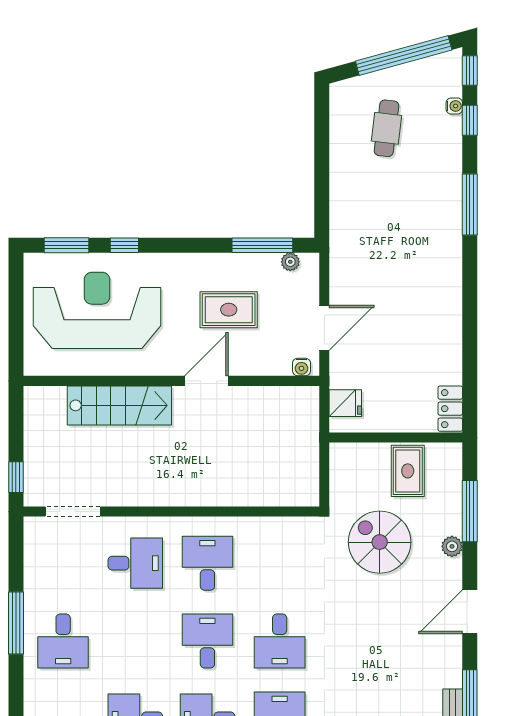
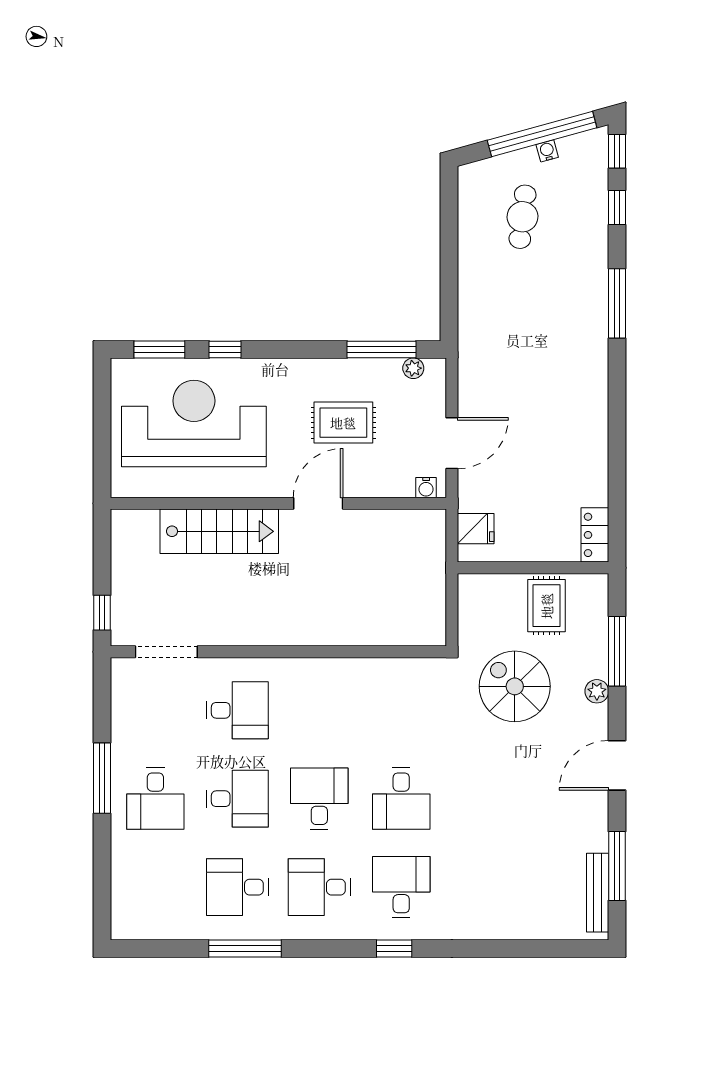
water cooler: (454, 106) -> (547, 151), moved, turned -105
desk: (207, 563) -> (237, 799), moved, turned 90

